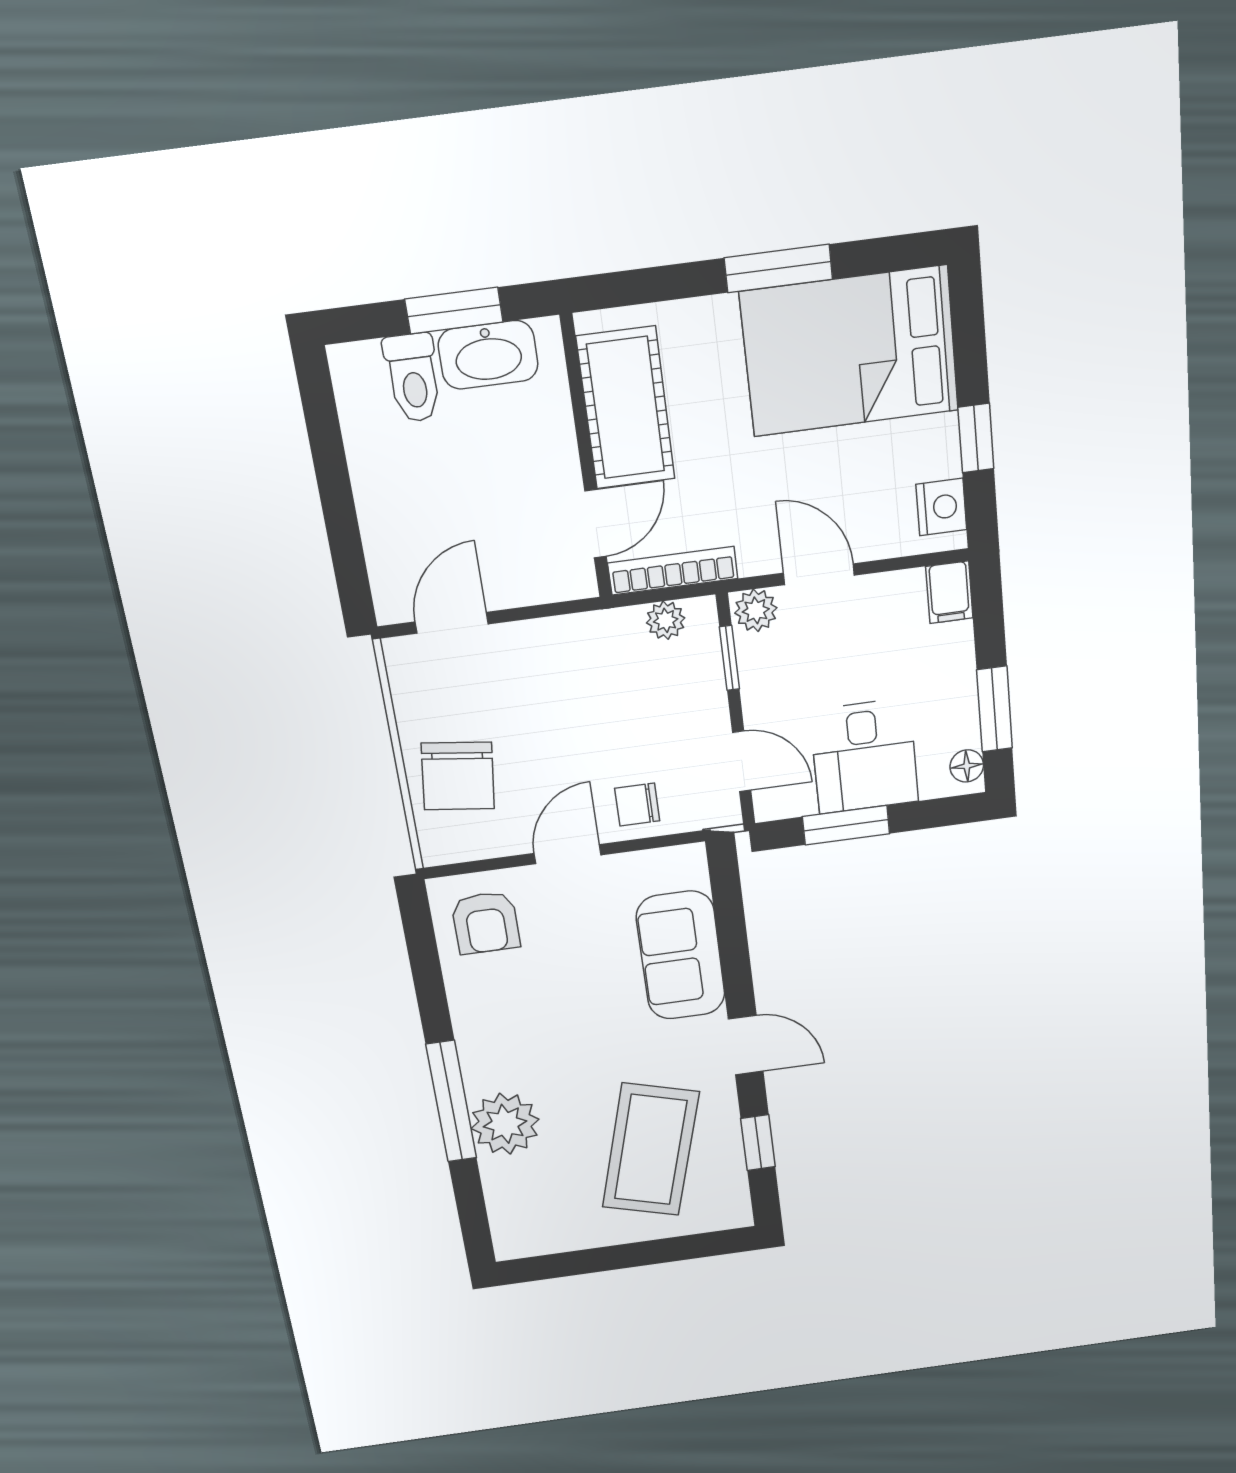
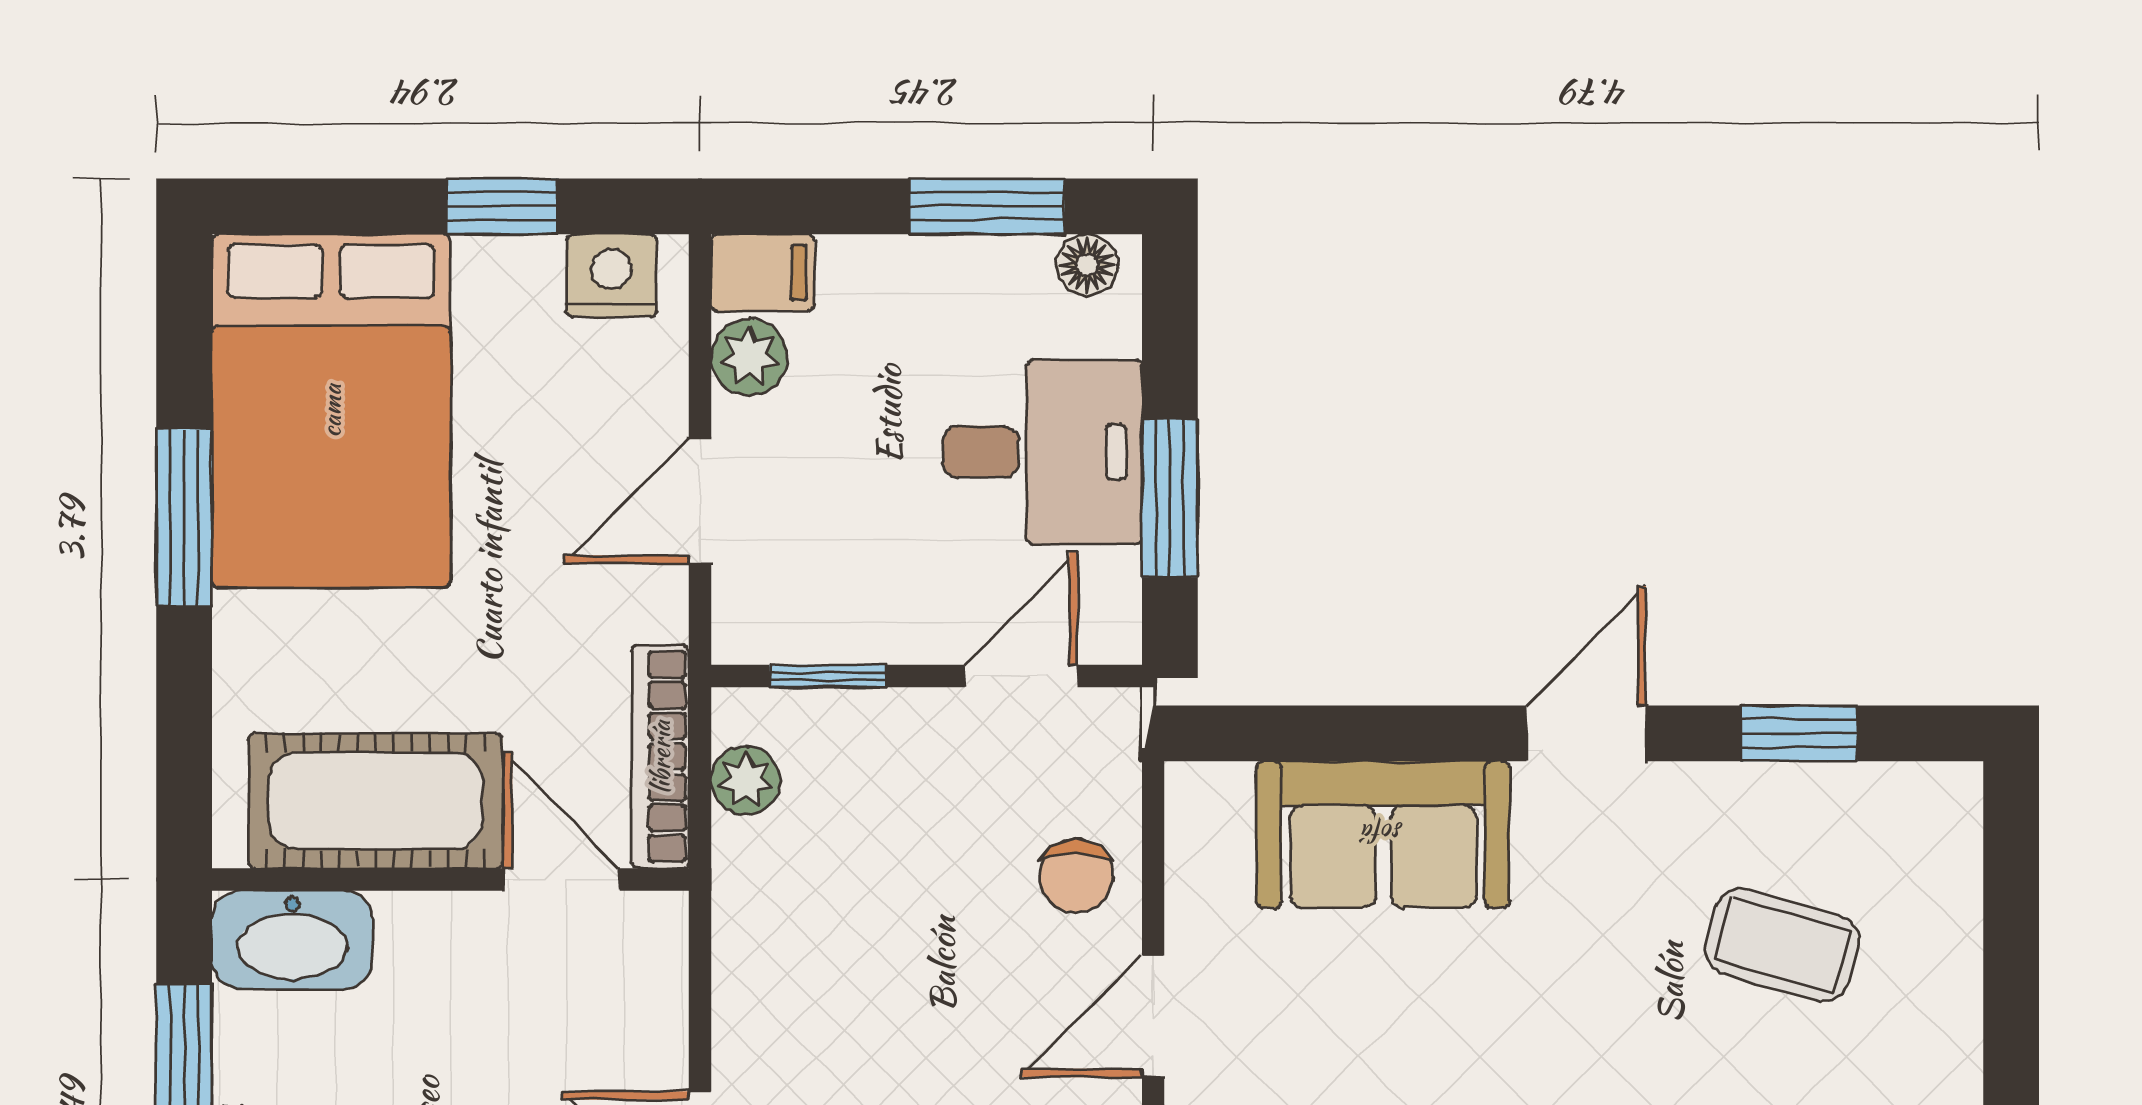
washbasin: (488, 355) -> (292, 940), moved, turned 90
plant: (756, 610) -> (749, 357), moved
door: (568, 854) -> (1153, 1016), hinge flipped
coffee table: (651, 1150) -> (1782, 945), width x0.54, depth x0.58

